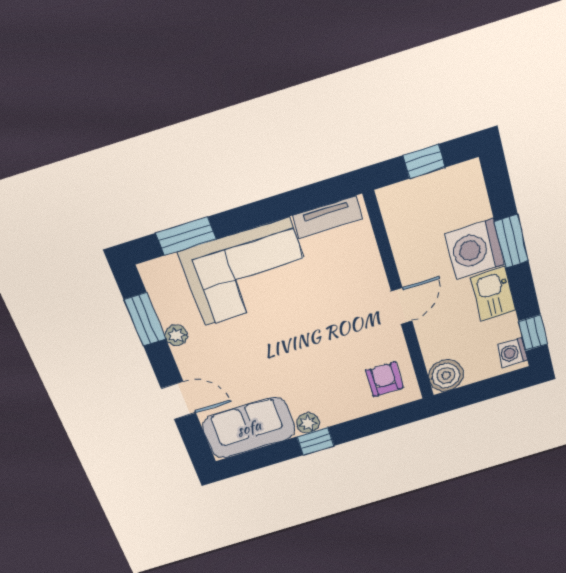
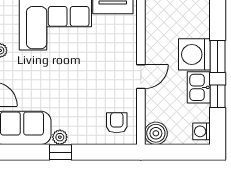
window: (533, 333) -> (218, 96), moved

